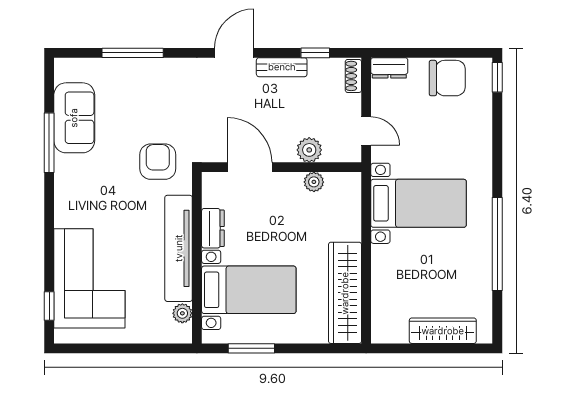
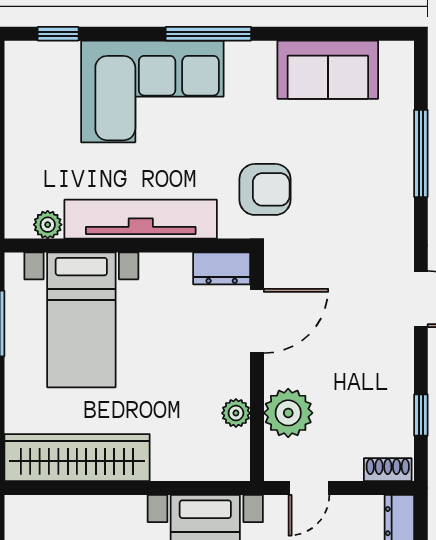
bench: (282, 67) -> (400, 367), removed
window: (49, 143) -> (208, 34), moved
plant: (309, 150) -> (288, 413), width x1.36, depth x1.36
dresser: (213, 228) -> (222, 268), moved
corner sofa: (89, 278) -> (152, 91), moved

